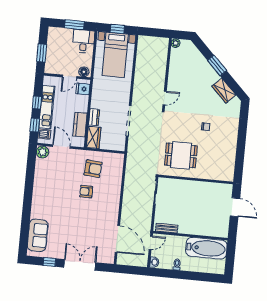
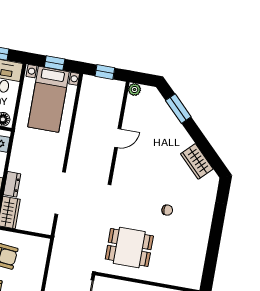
window: (154, 32) -> (105, 72), added
window: (217, 65) -> (178, 109), moved
door: (165, 98) -> (118, 138), moved

